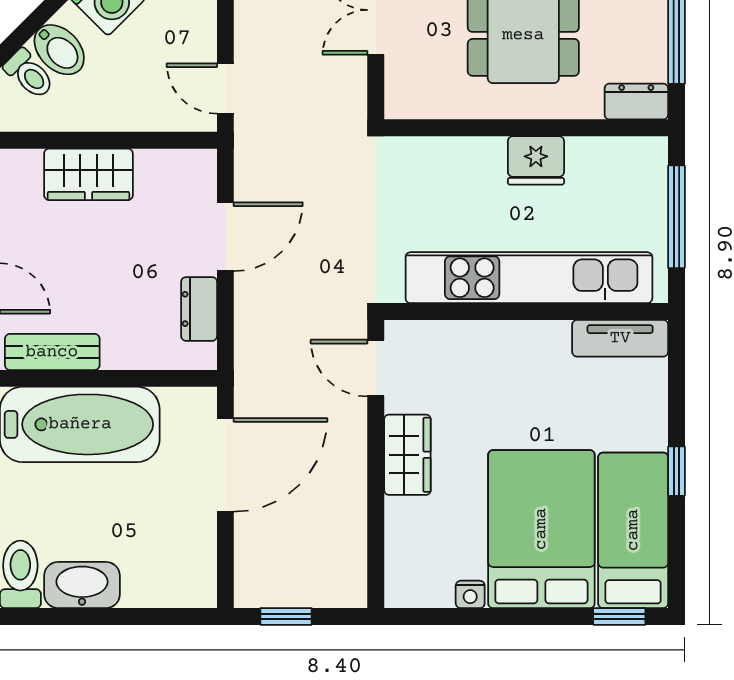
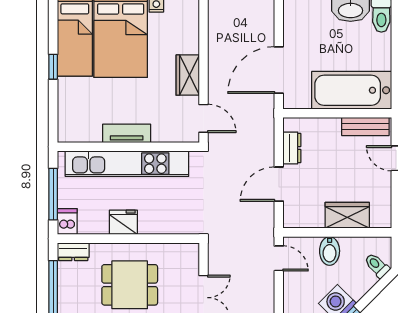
bidet: (59, 50) -> (330, 251), moved, turned -135
dishwasher: (648, 162) -> (67, 222), added
tv unit: (620, 338) -> (127, 133), moved

